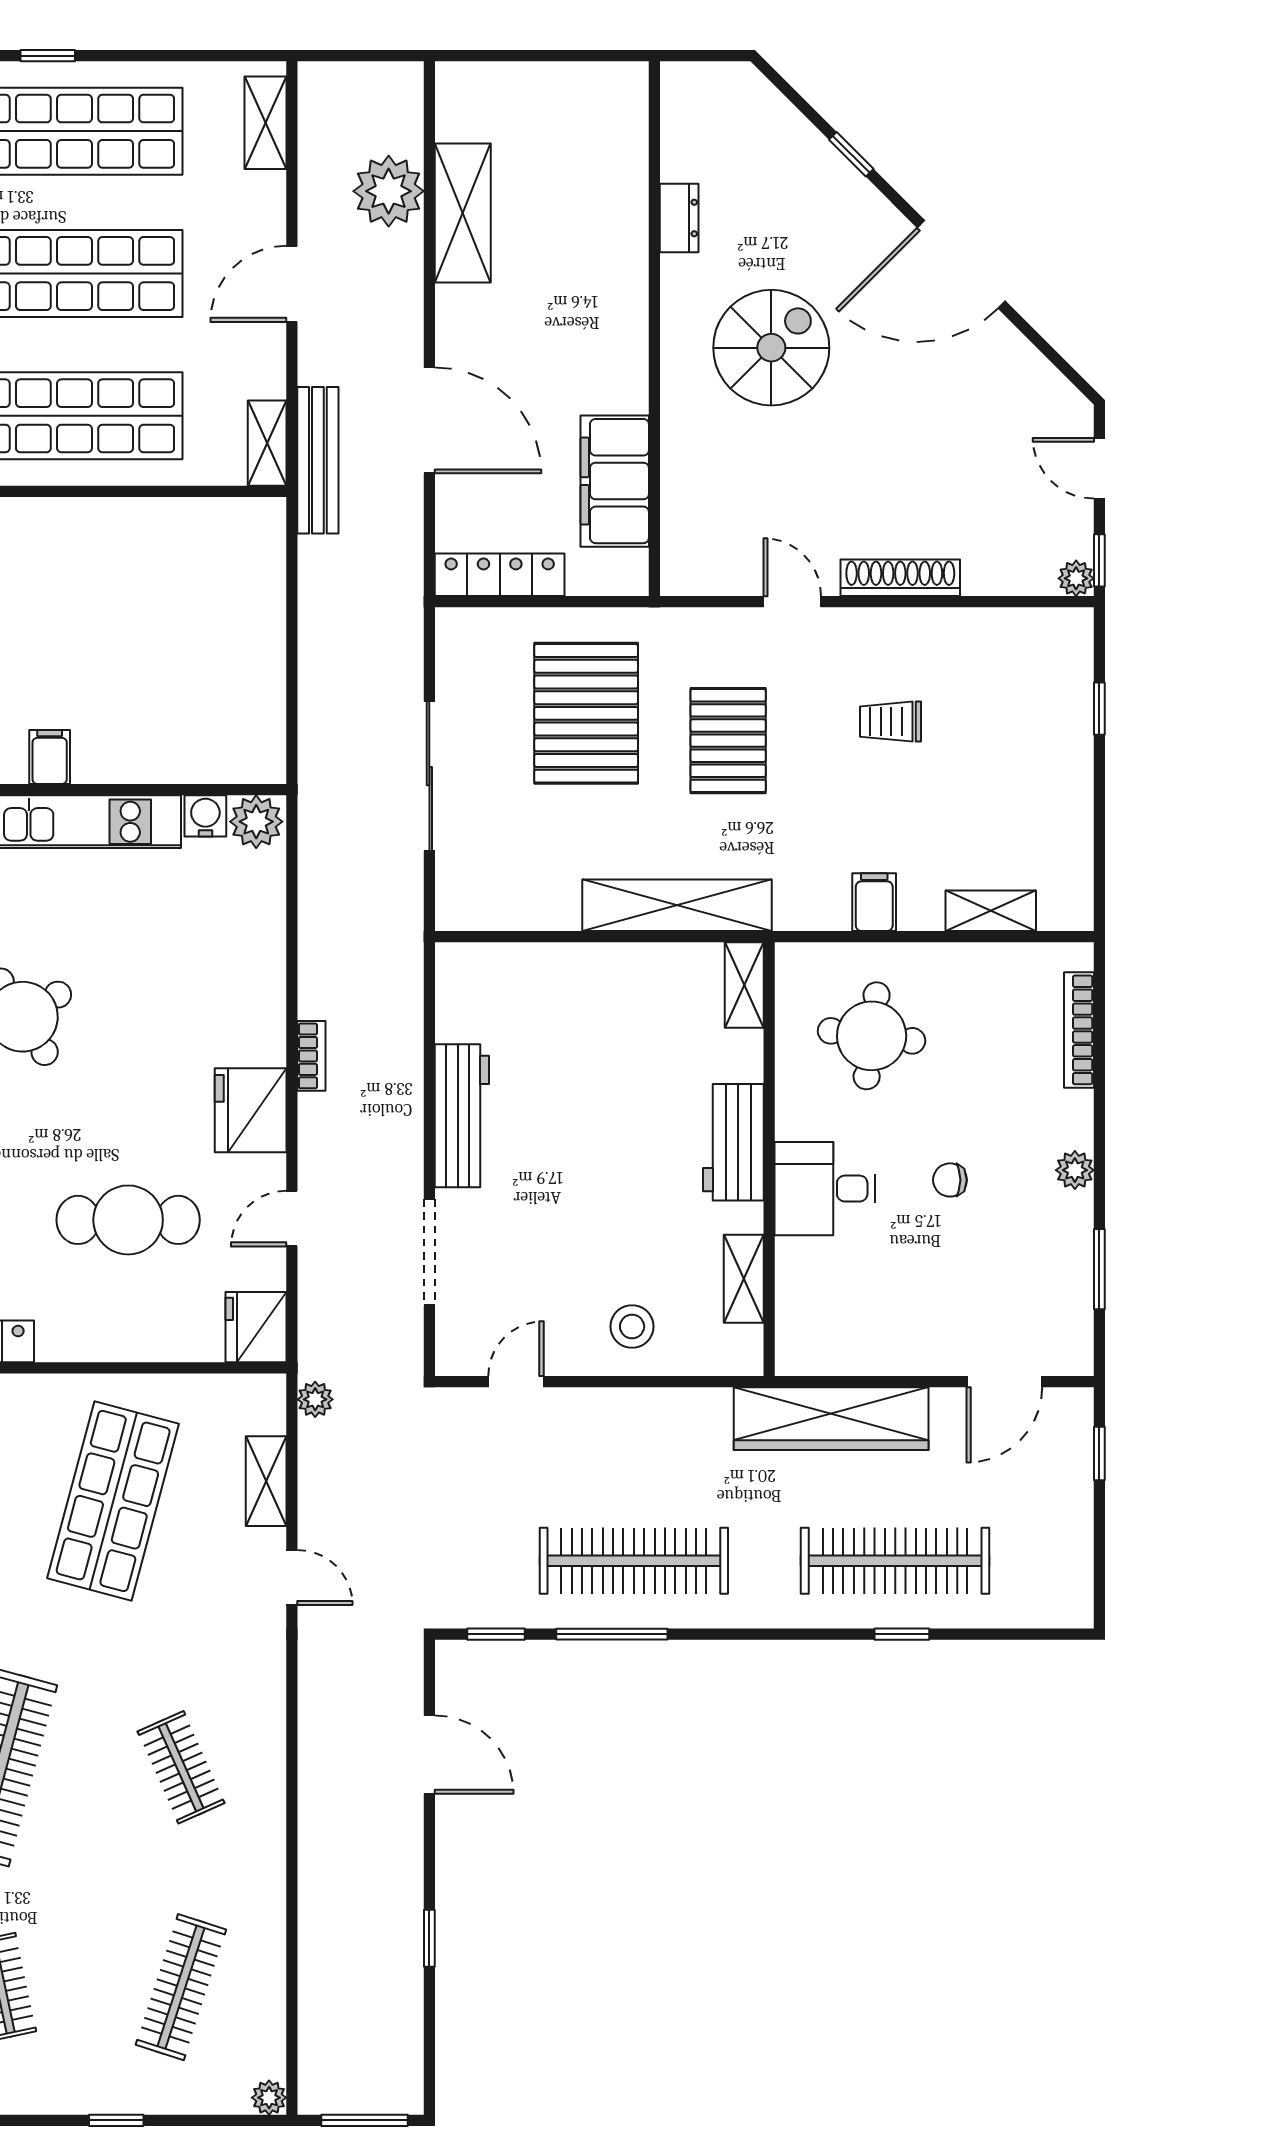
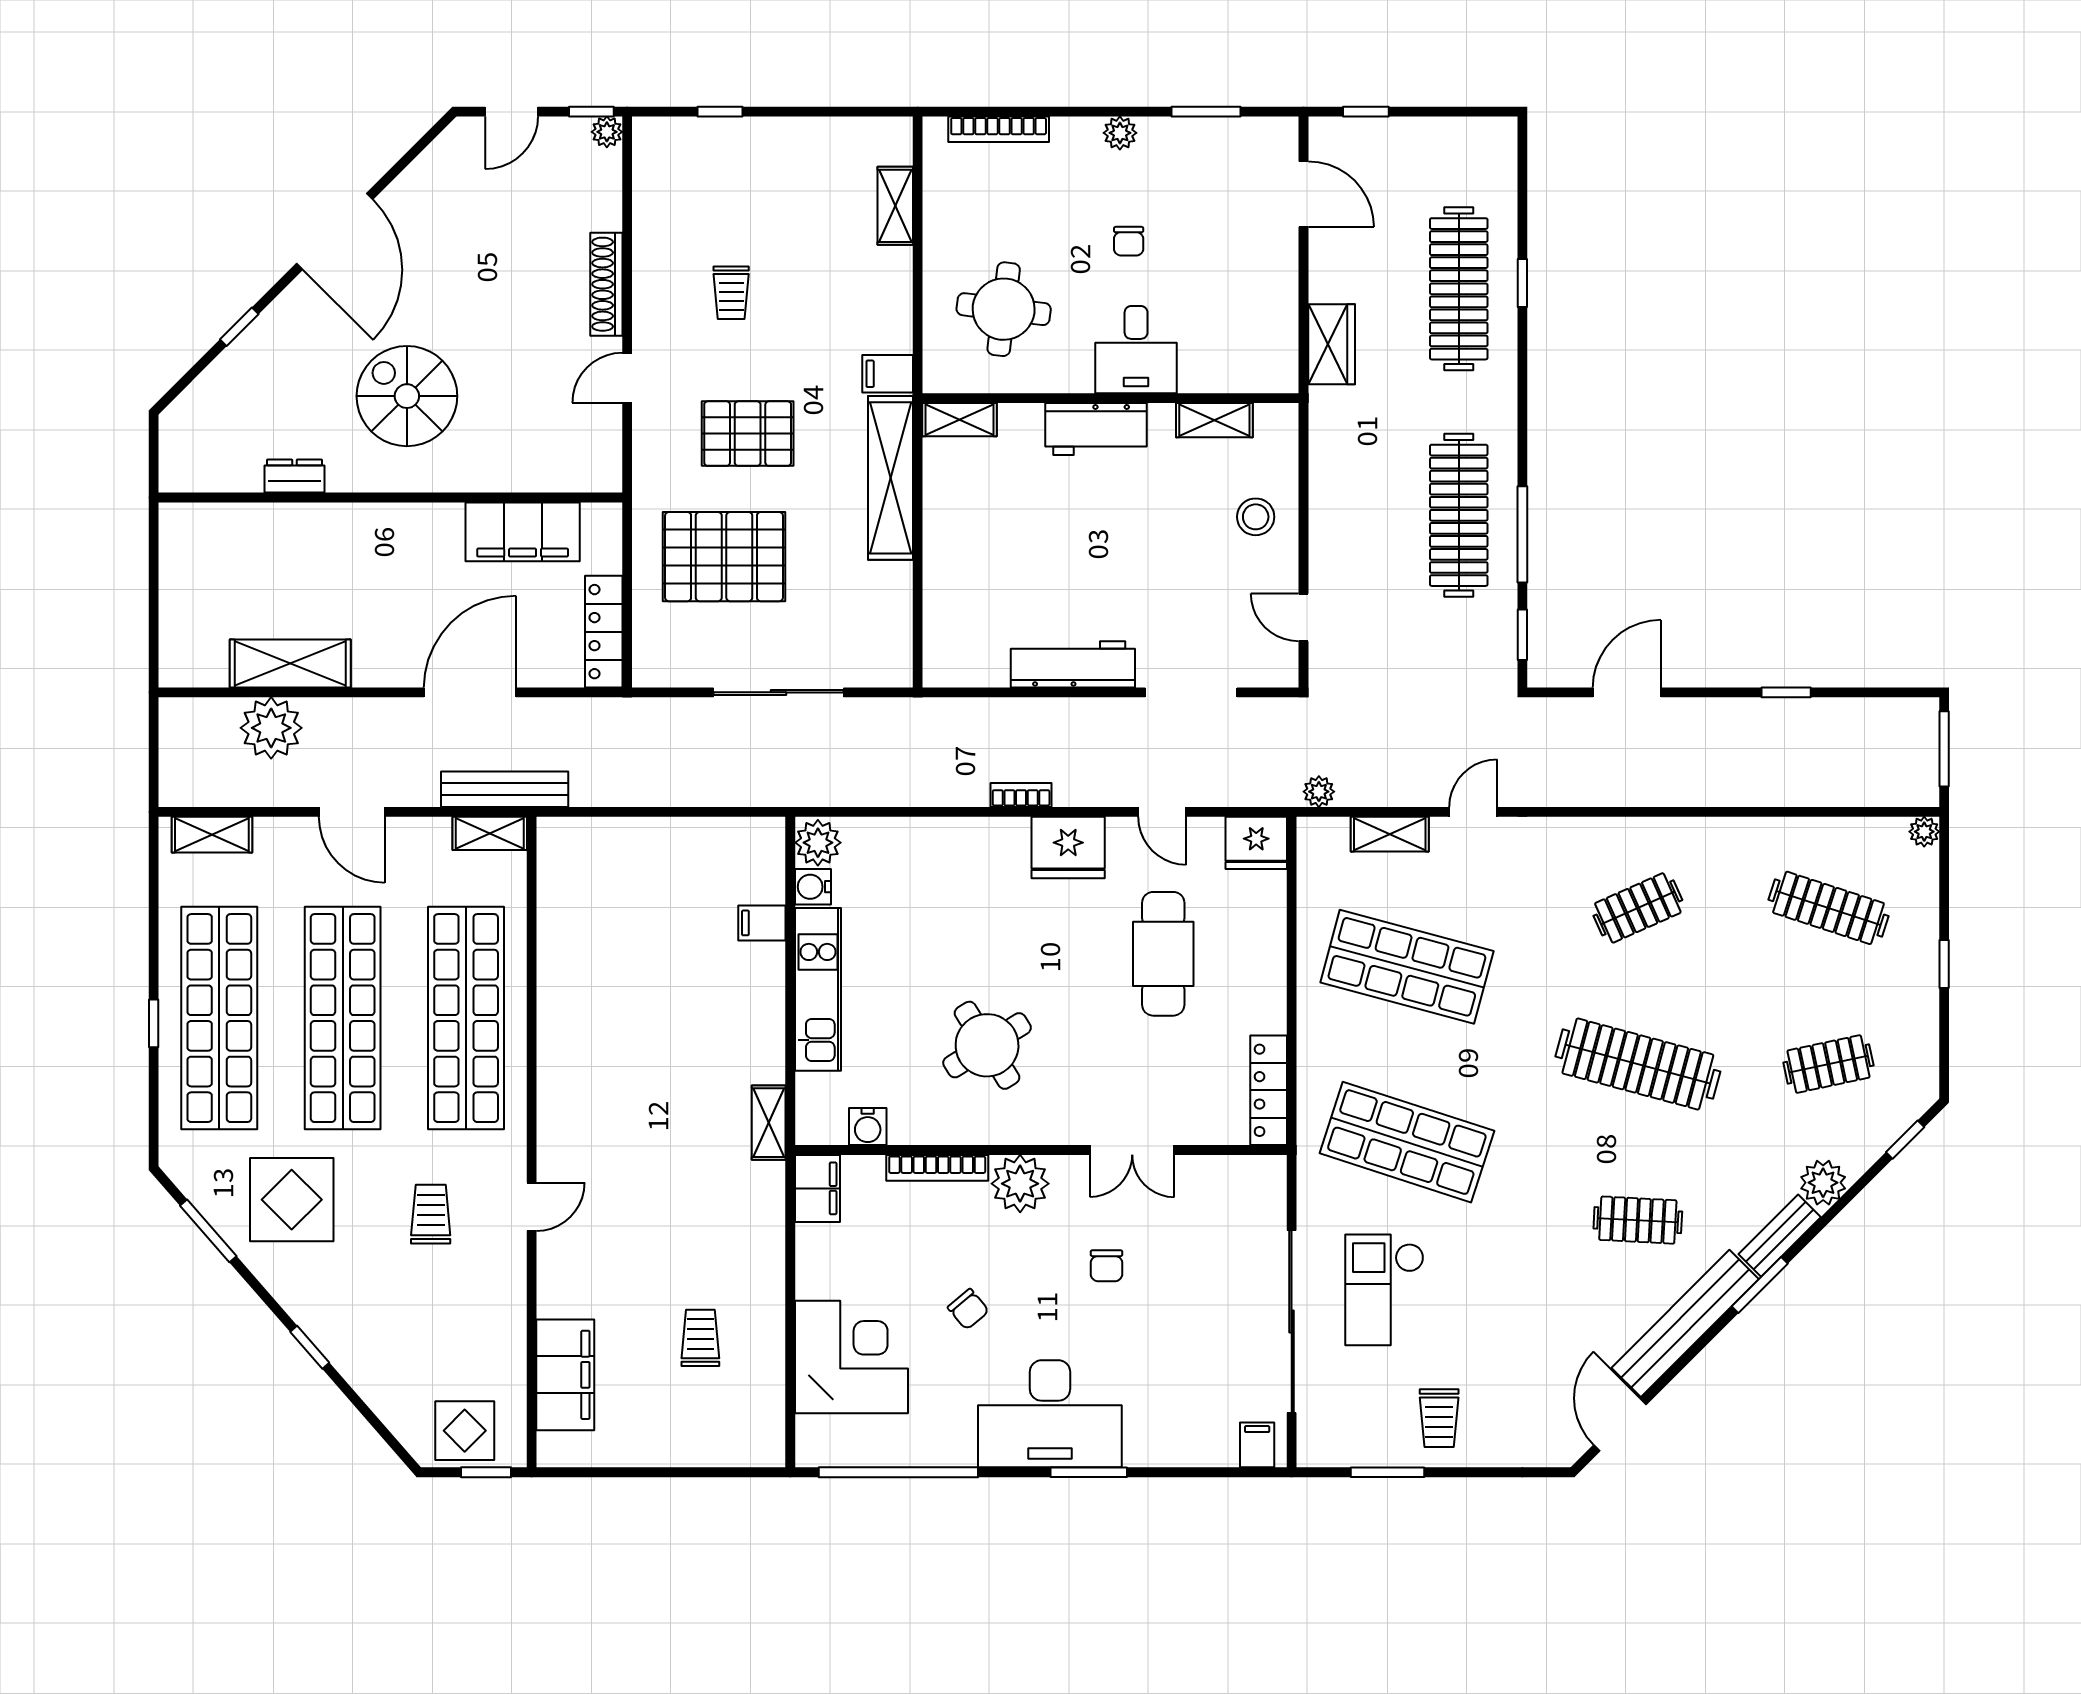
filing cabinet: (50, 757) -> (762, 923), moved
filing cabinet: (874, 902) -> (888, 374), moved
wardrobe: (831, 1419) -> (1332, 344), width x0.48, depth x0.85

